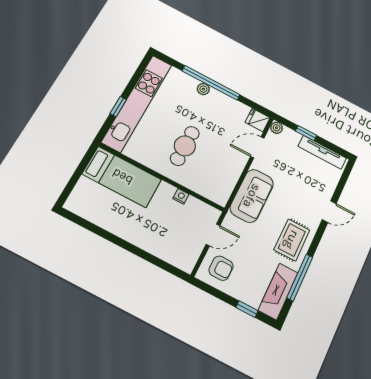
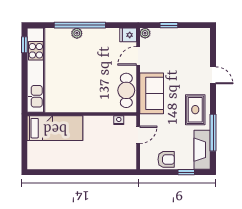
window: (118, 107) -> (24, 45), moved
cafe table: (185, 146) -> (126, 90), moved
tv unit: (322, 152) -> (188, 33), removed
nightstand: (181, 196) -> (119, 120), moved
door: (329, 212) -> (213, 75), hinge flipped
armchair: (221, 268) -> (166, 159), moved

